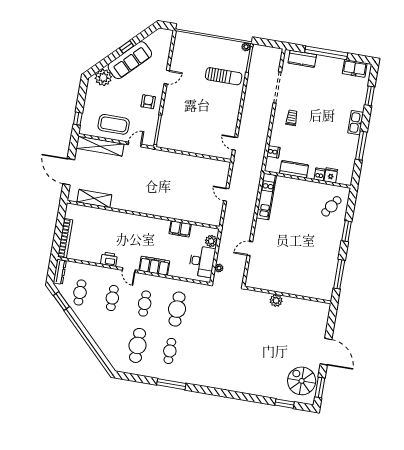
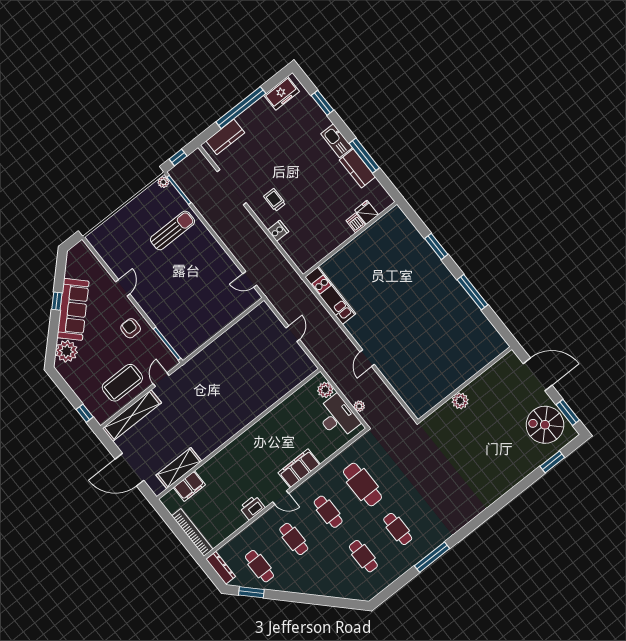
window: (267, 43) -> (178, 157), added
cooker: (273, 152) -> (278, 231), moved
kitchen counter: (294, 169) -> (357, 168), moved, turned -90
door: (226, 195) -> (293, 334), swing flipped
cafe table: (331, 206) -> (398, 239), removed
filing cabinet: (180, 229) -> (189, 486), moved
wall: (288, 295) -> (465, 384), moved
plant: (276, 300) -> (460, 401), moved
cafe table: (138, 345) -> (363, 556), width x0.73, depth x0.74

